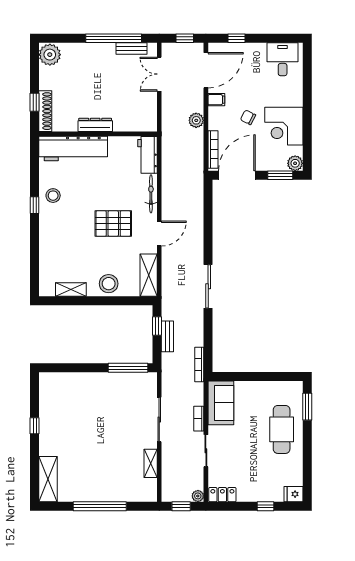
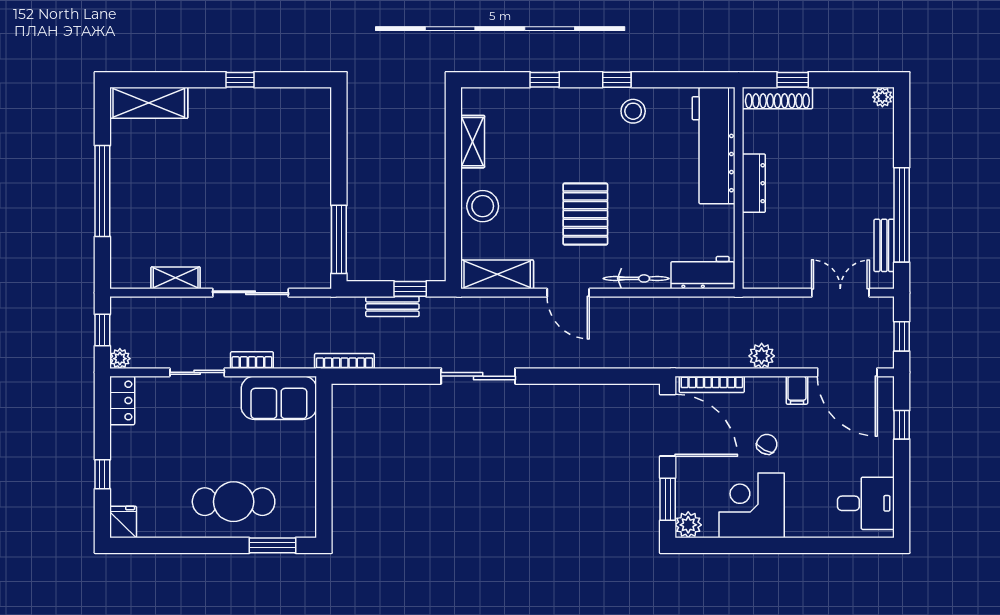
plant: (50, 55) -> (882, 97), width x0.53, depth x0.53
window: (35, 247) -> (545, 80), added

